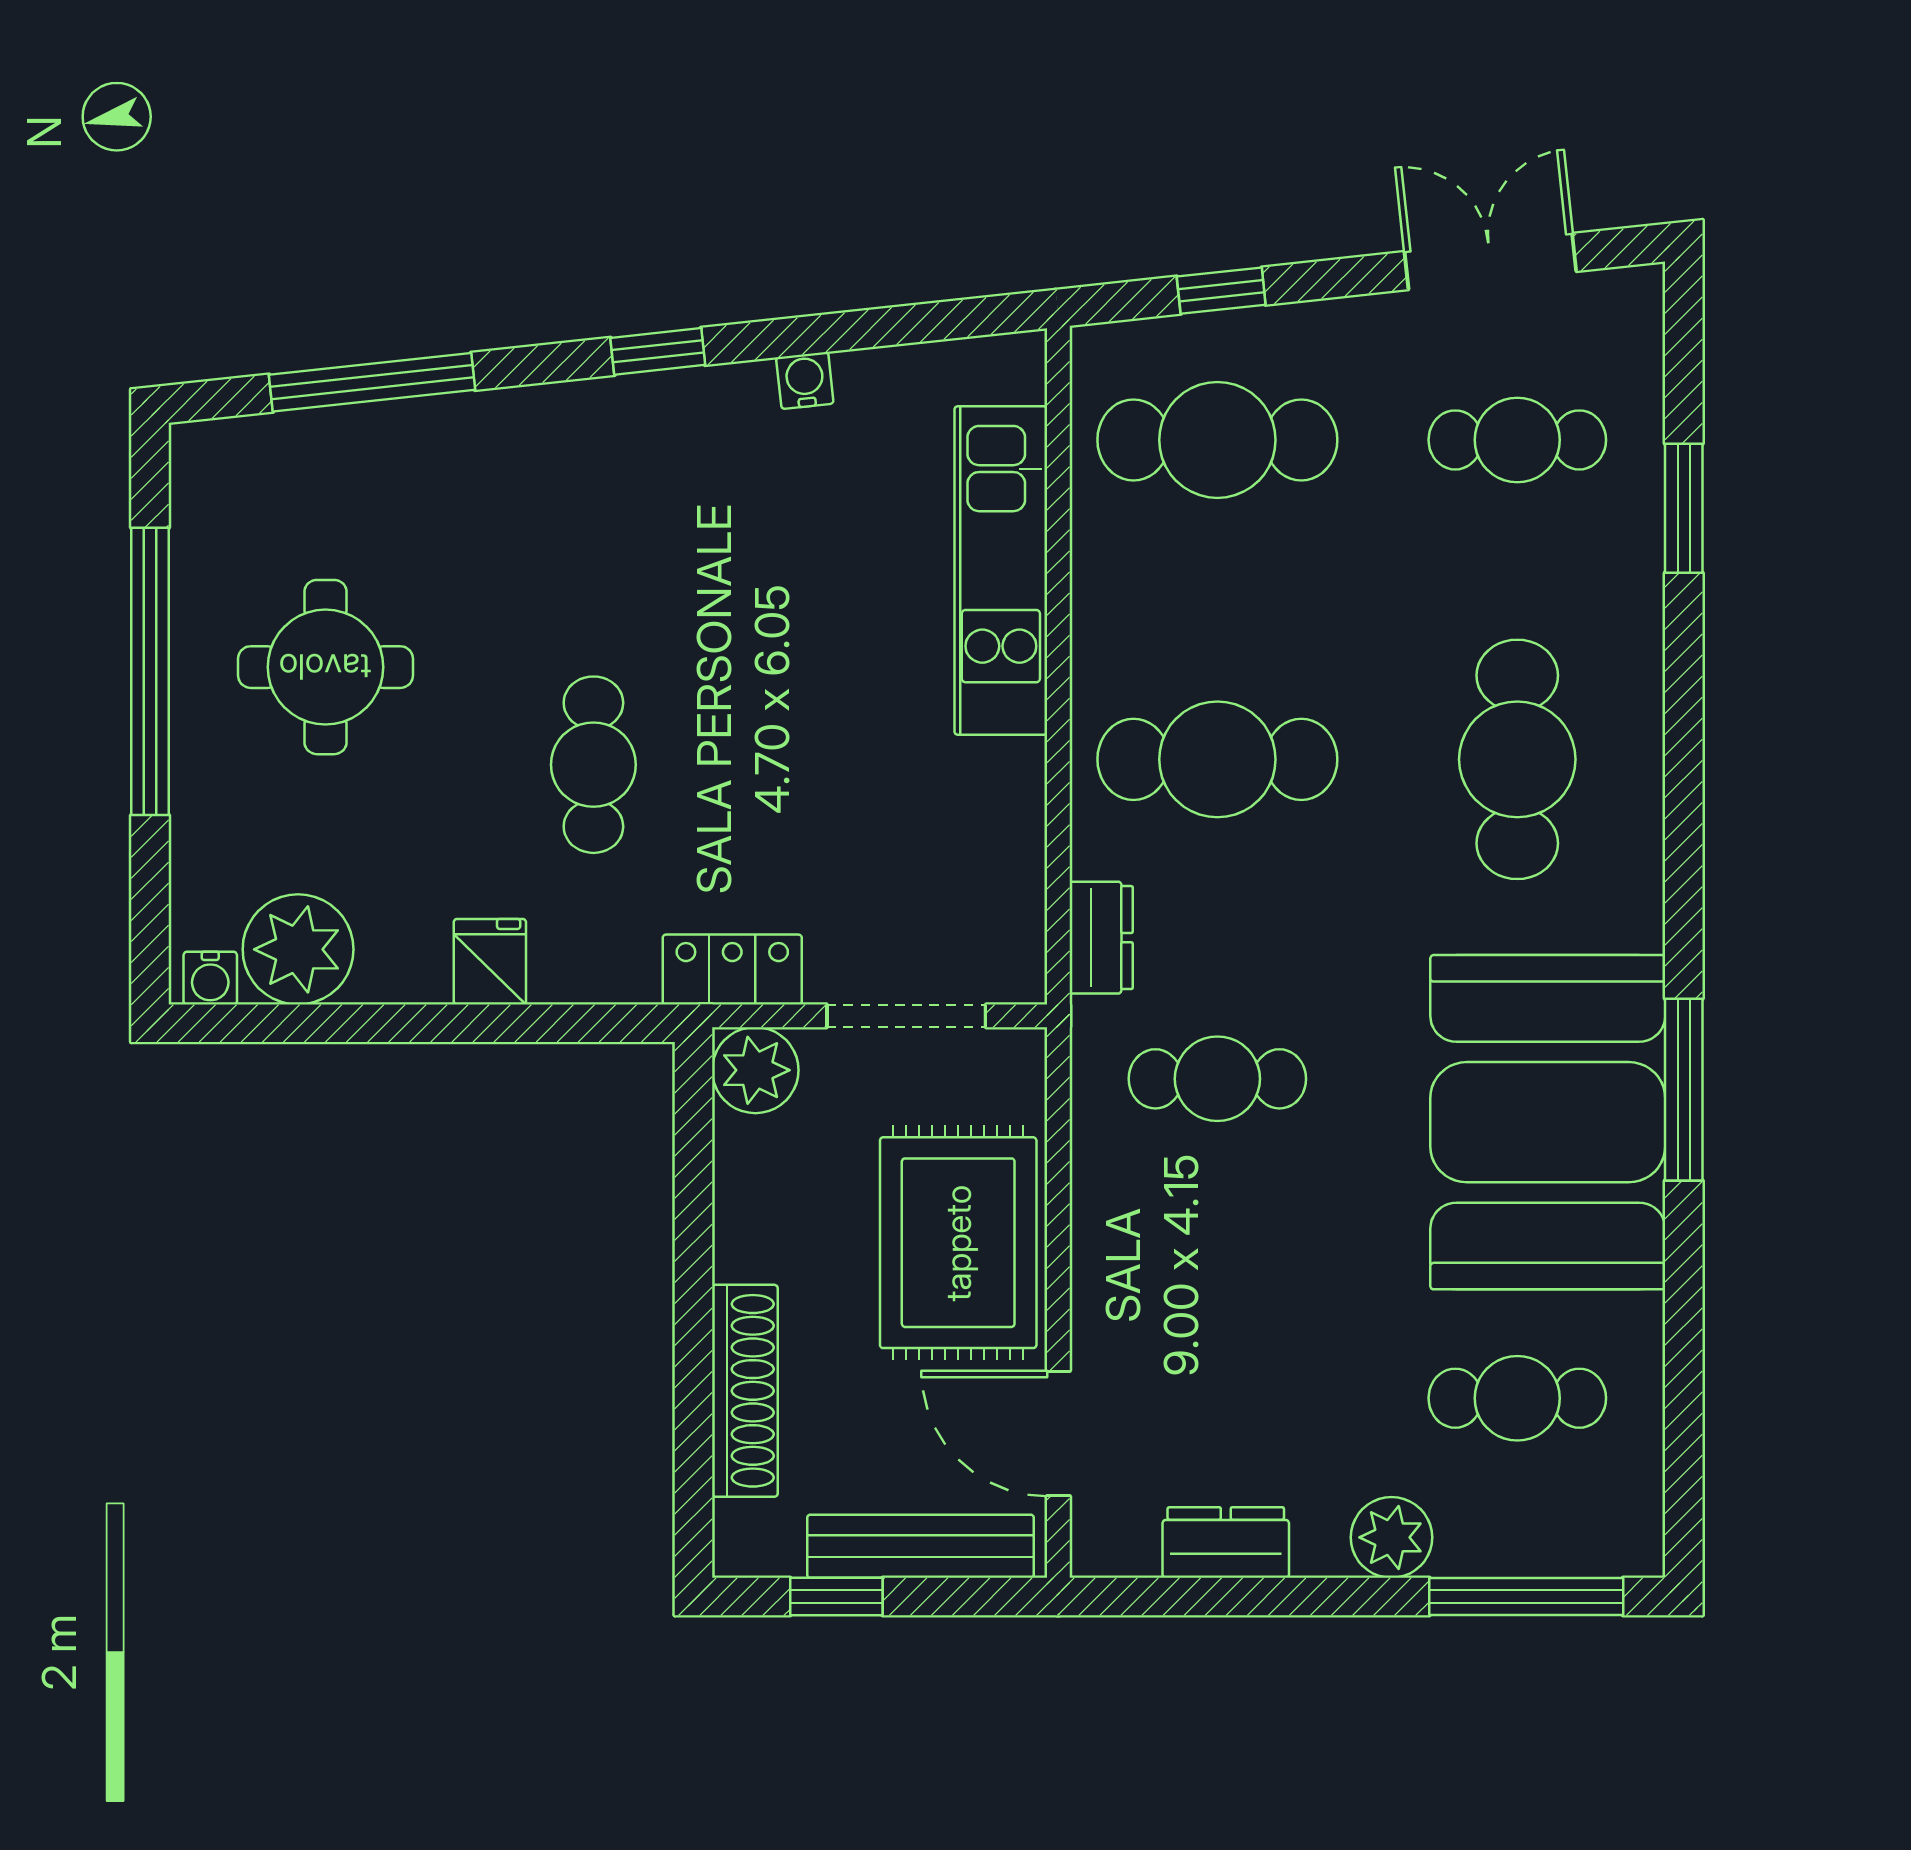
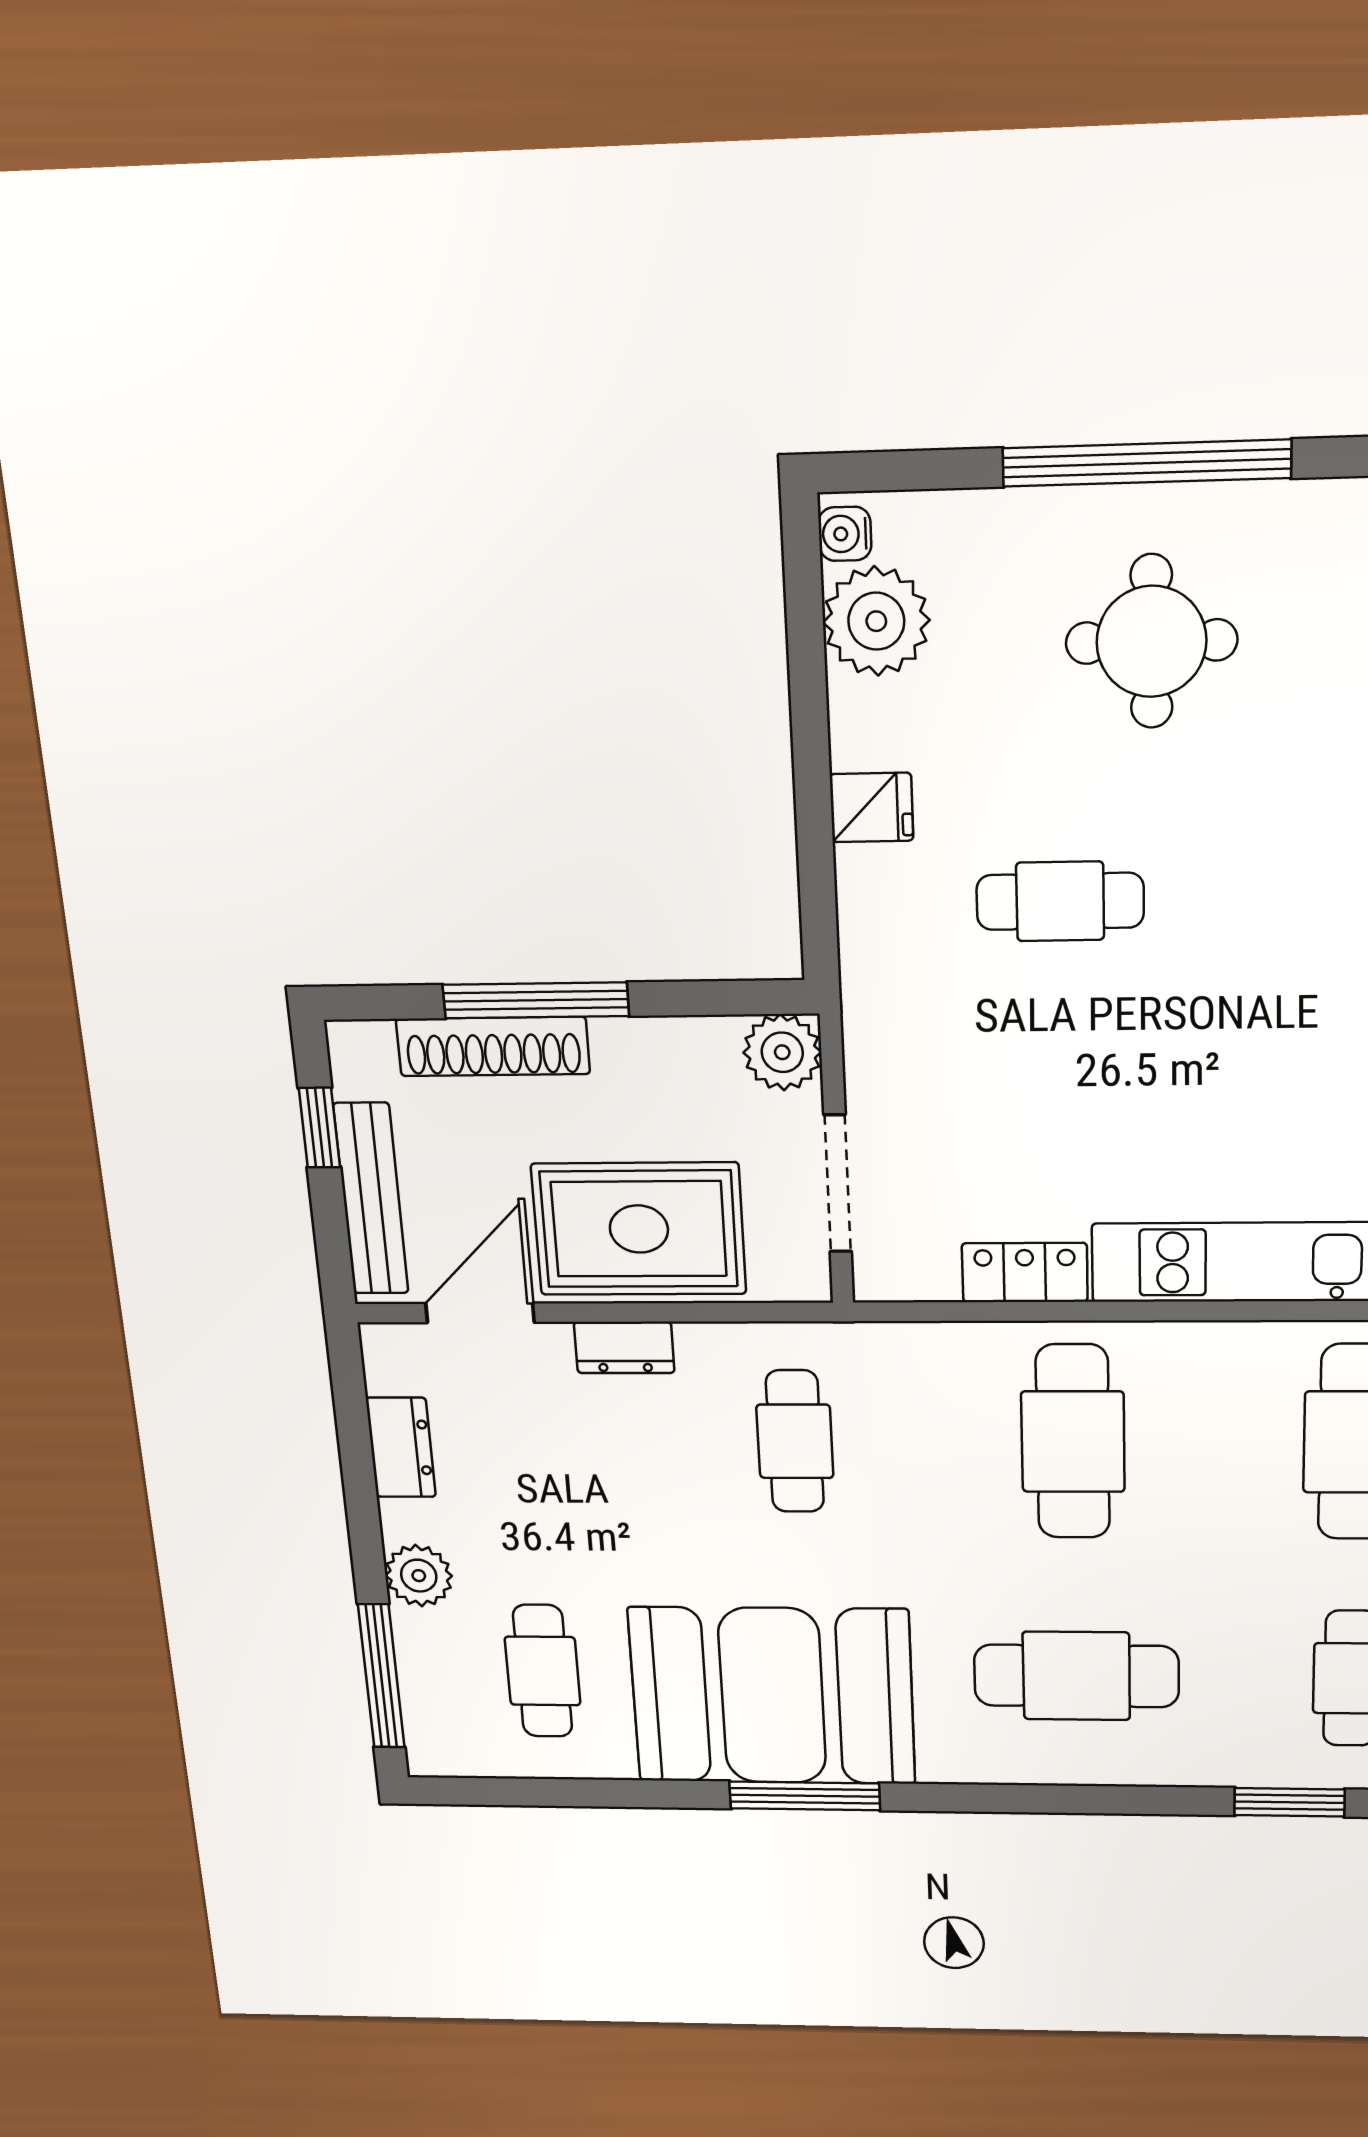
dresser: (1101, 938) -> (624, 1347), moved
locker: (732, 970) -> (1025, 1273), moved, turned -90
window: (694, 1339) -> (536, 1000), added

